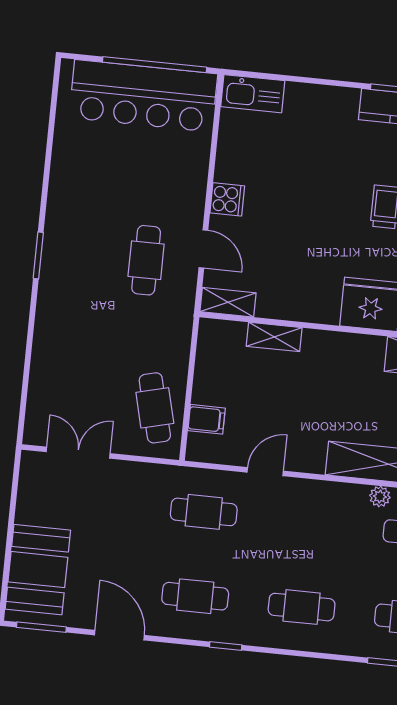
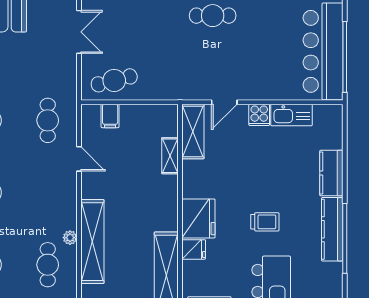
kitchen sink: (253, 94) -> (292, 115), moved, turned -90
kitchen counter: (324, 102) -> (331, 173), added
cafe table: (146, 260) -> (213, 16), moved
shelving: (228, 302) -> (193, 131), width x1.50, depth x1.33

